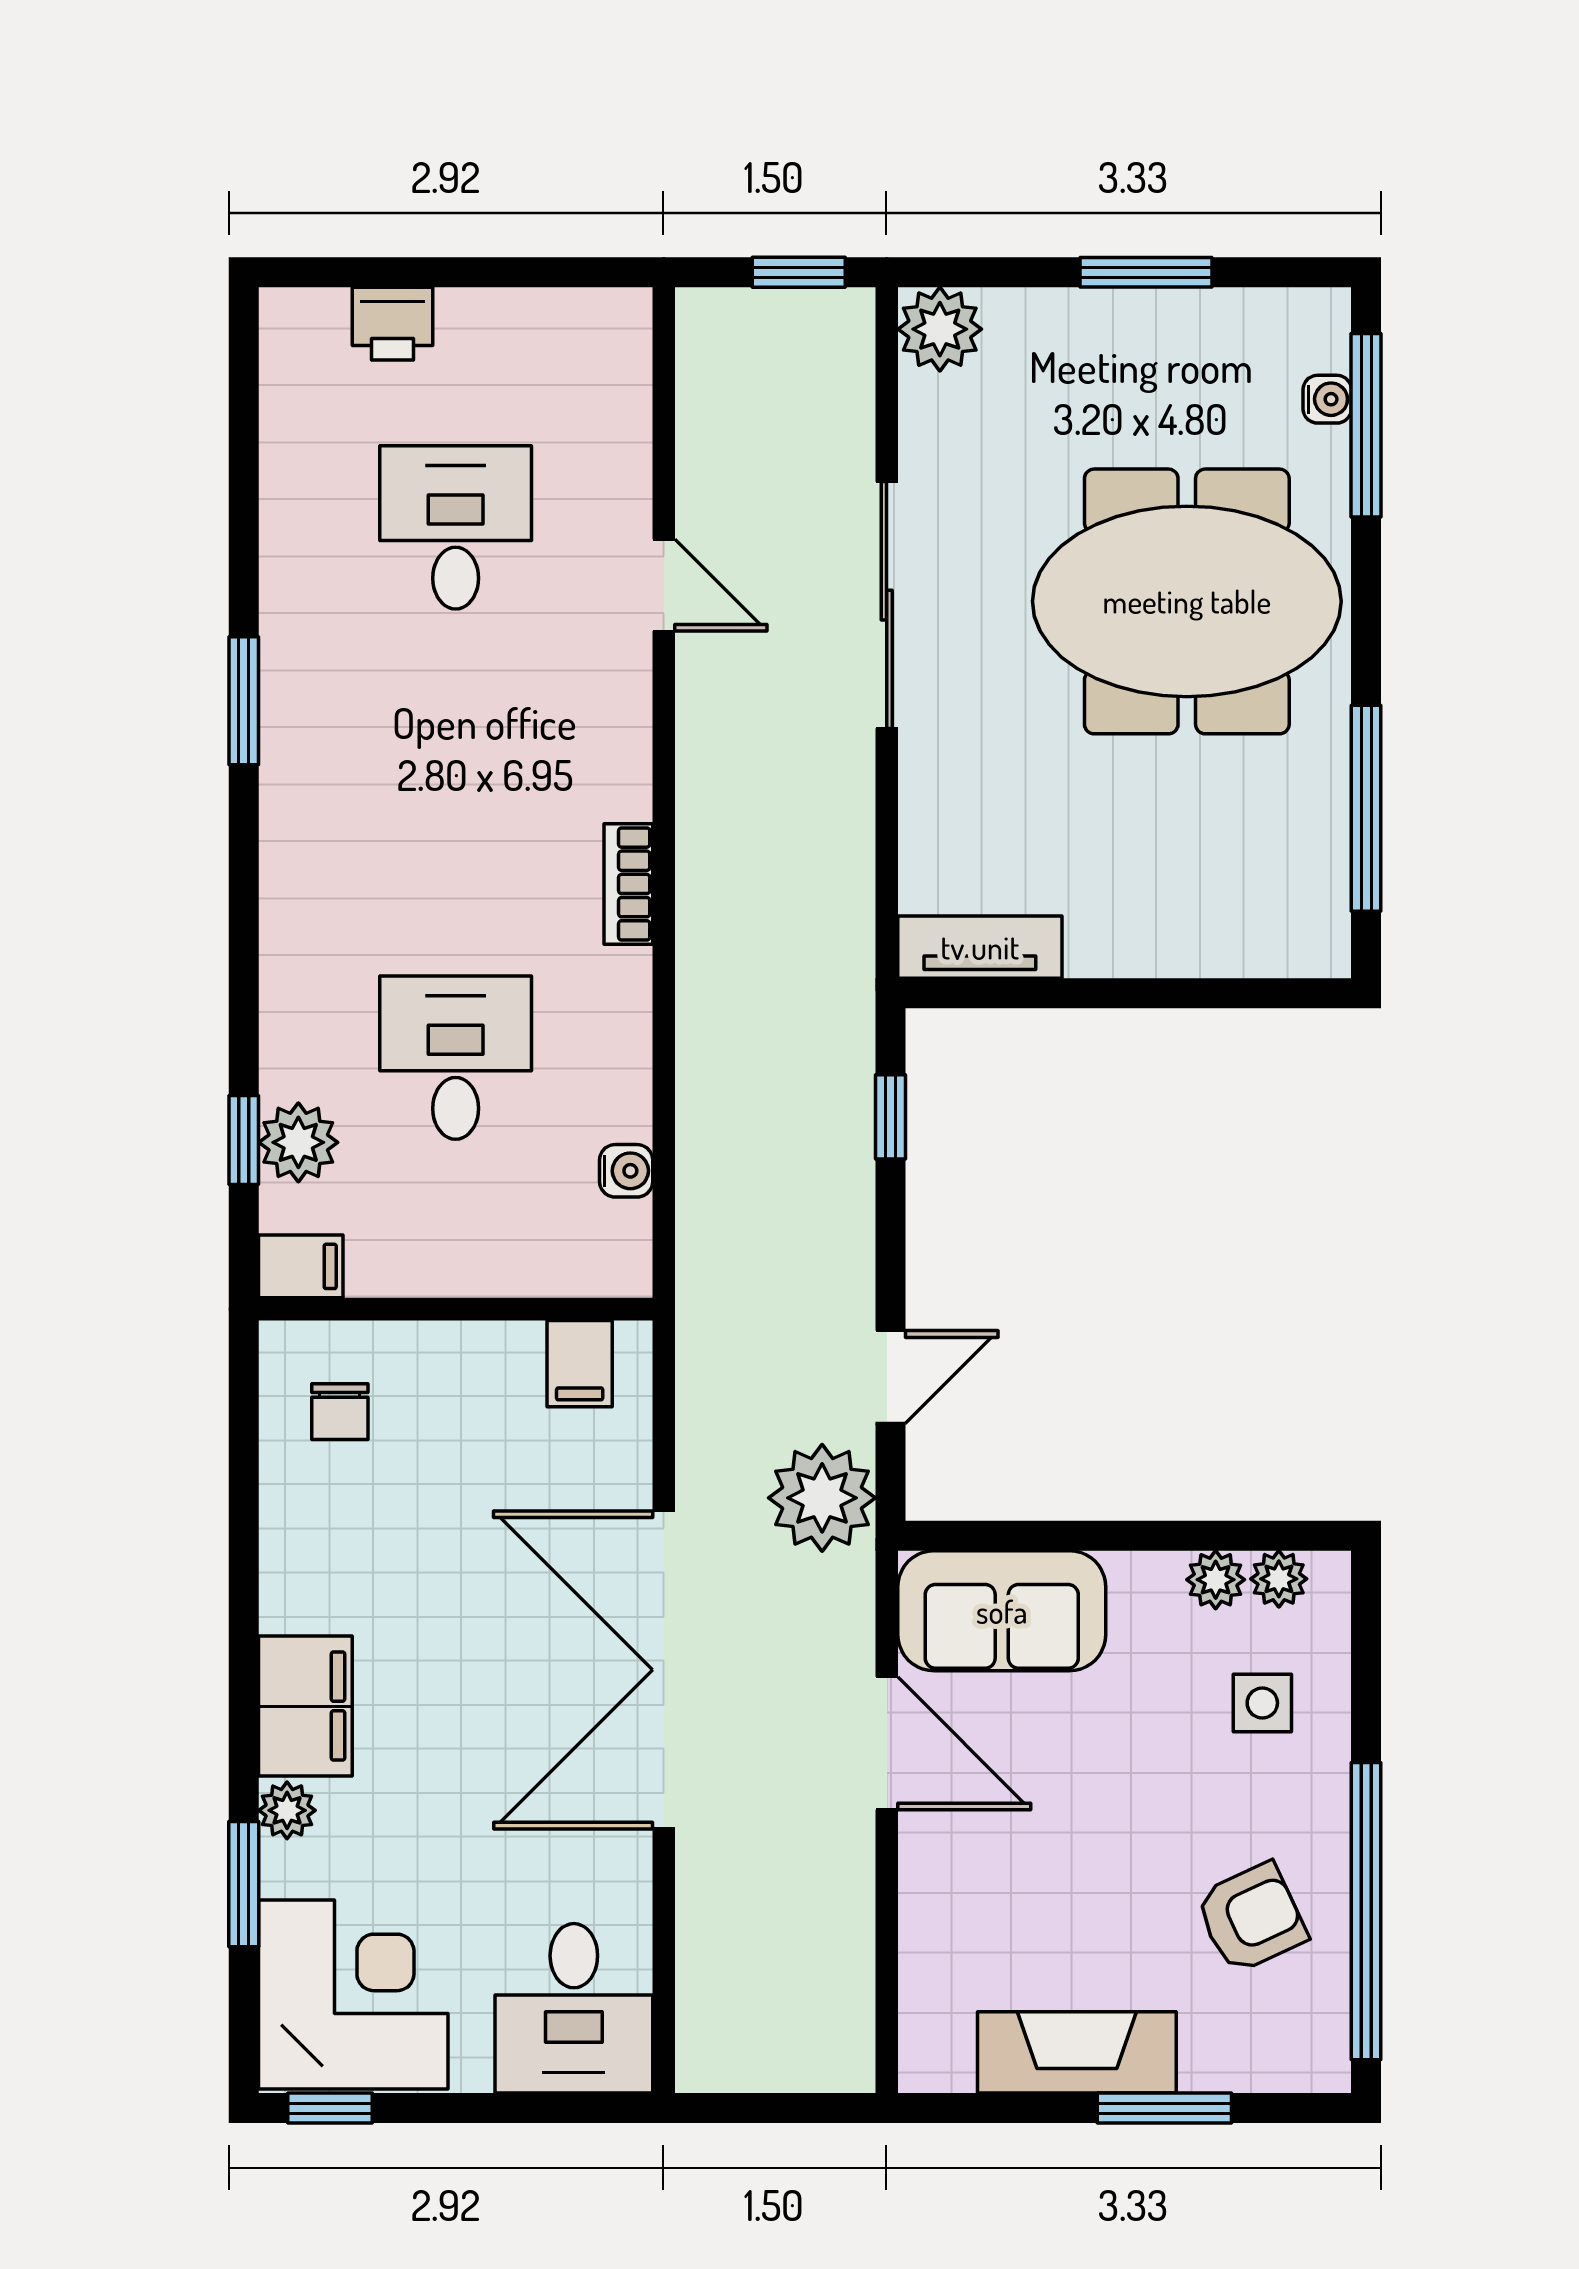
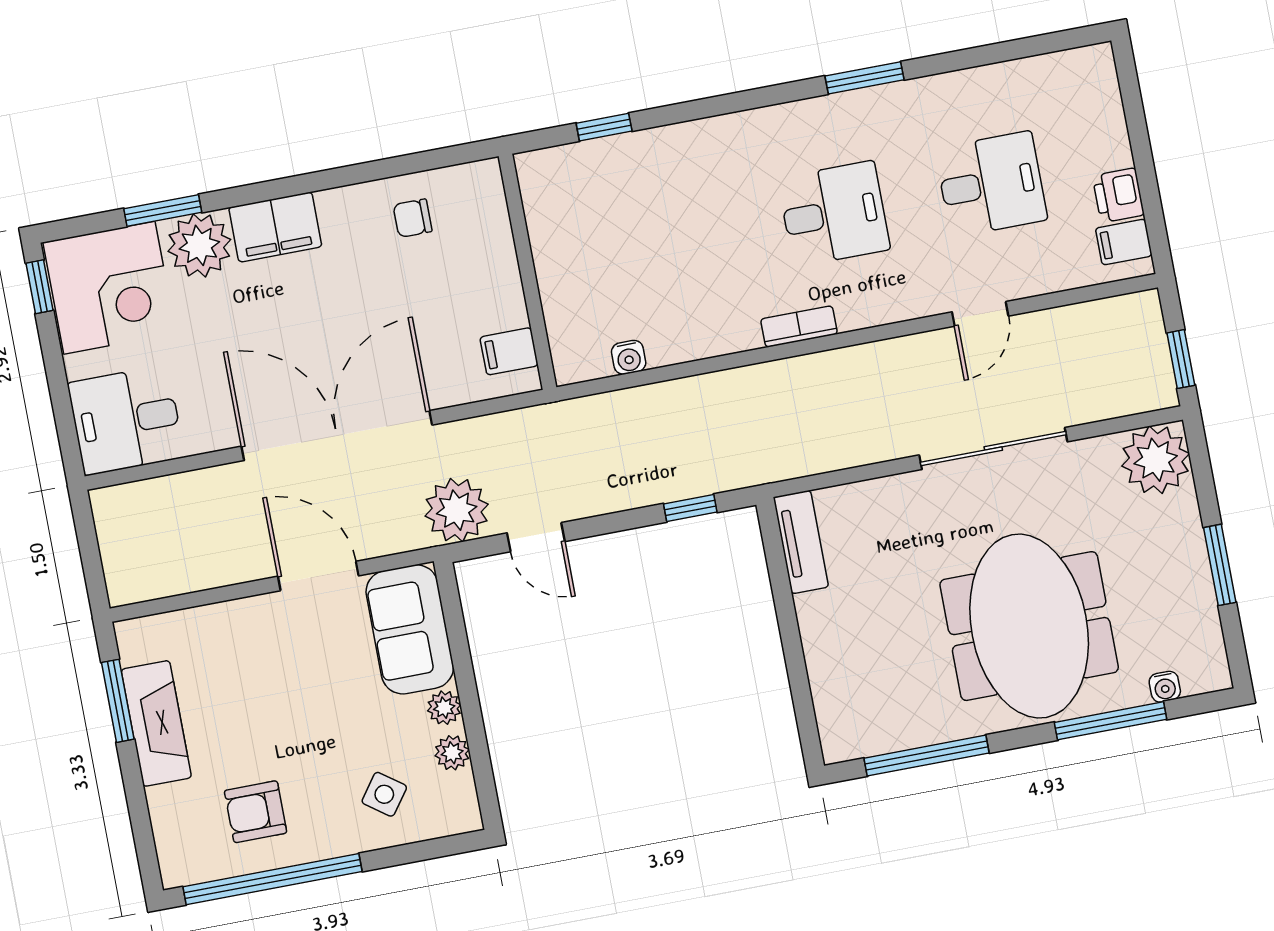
printer: (392, 324) -> (1118, 195), moved
plant: (940, 329) -> (1156, 460), width x1.36, depth x1.36
window: (1366, 425) -> (1110, 721), moved
desk: (456, 1058) -> (834, 214), moved
plant: (298, 1142) -> (609, 160), removed
filing cabinet: (301, 1266) -> (1124, 242), moved, turned 90
chair: (340, 1412) -> (413, 218), moved
plant: (1279, 1579) -> (444, 708), moved
side table: (1262, 1703) -> (384, 794), turned 36
door: (887, 1743) -> (318, 576), swing flipped
plant: (287, 1810) -> (199, 245), width x1.88, depth x1.88
armchair: (1251, 1918) -> (256, 812), turned 115
window: (1164, 2108) -> (118, 701), moved

